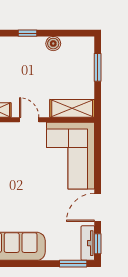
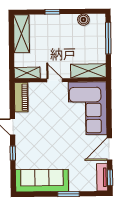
boiler: (53, 44) -> (83, 20), moved
window: (98, 67) -> (108, 38), width x1.44
window: (73, 264) -> (69, 194), moved

